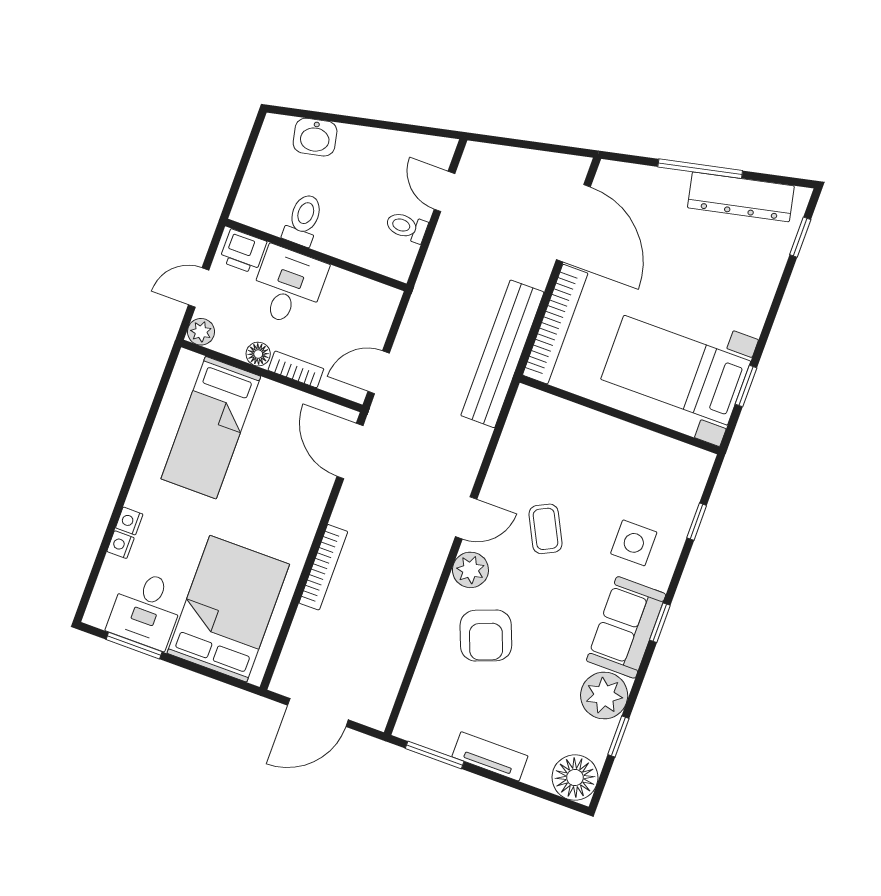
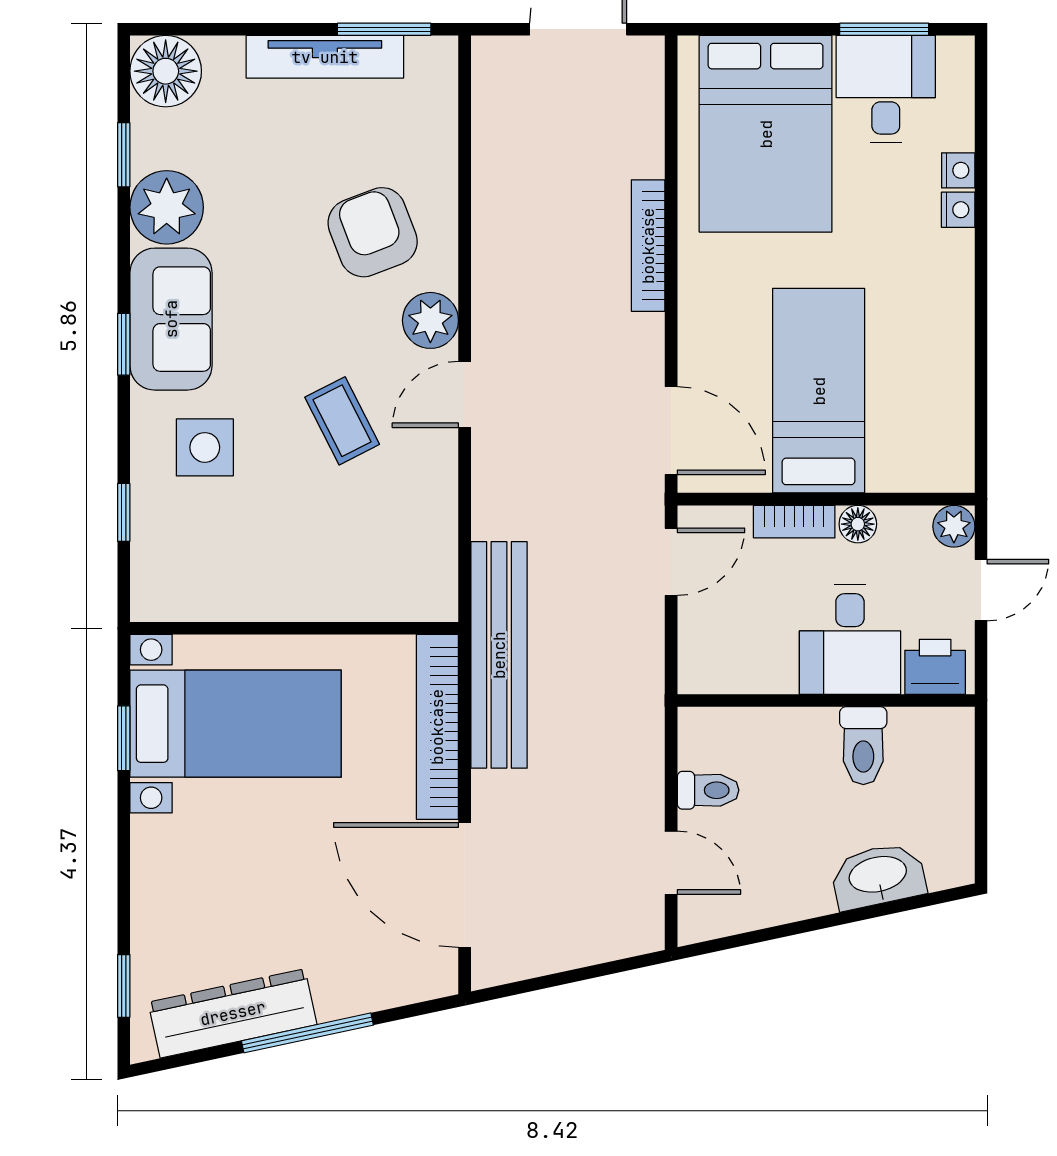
washbasin: (315, 137) -> (878, 876), width x1.38
bed: (211, 428) -> (819, 391), moved
tv unit: (490, 756) -> (325, 57), width x1.41

